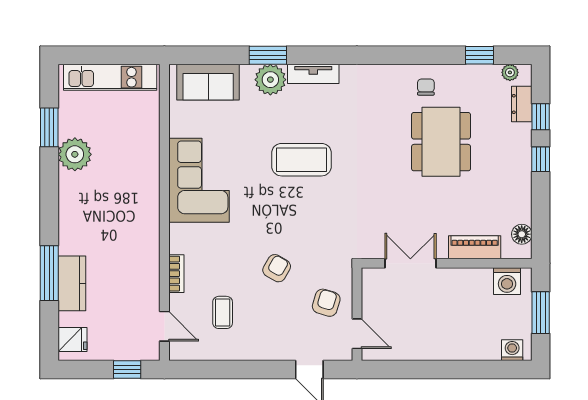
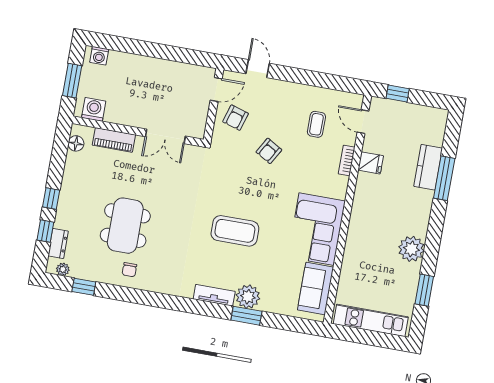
sofa: (208, 82) -> (316, 289), moved, turned -90
plant: (75, 154) -> (411, 249), moved
door: (357, 334) -> (216, 89), swing flipped
fridge: (73, 339) -> (371, 163), moved, turned 180

